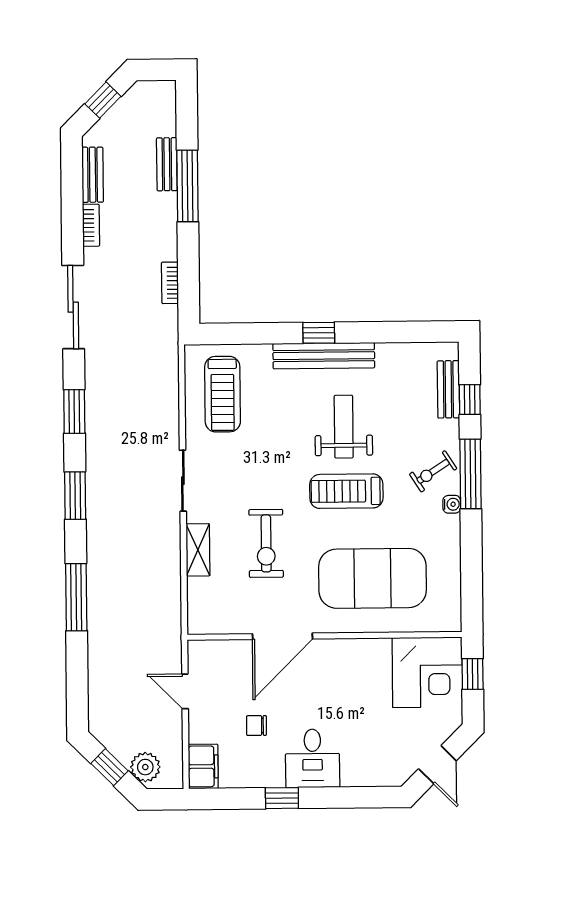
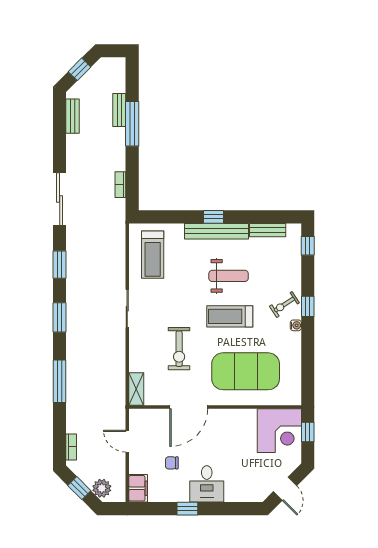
bookcase: (91, 225) -> (71, 447), moved
bench: (448, 389) -> (268, 230), moved, turned 90
window: (470, 400) -> (308, 246), moved
weight bench: (344, 427) -> (229, 276), turned 90
window: (470, 474) -> (308, 306), width x0.46
shelving: (198, 550) -> (136, 389), moved

